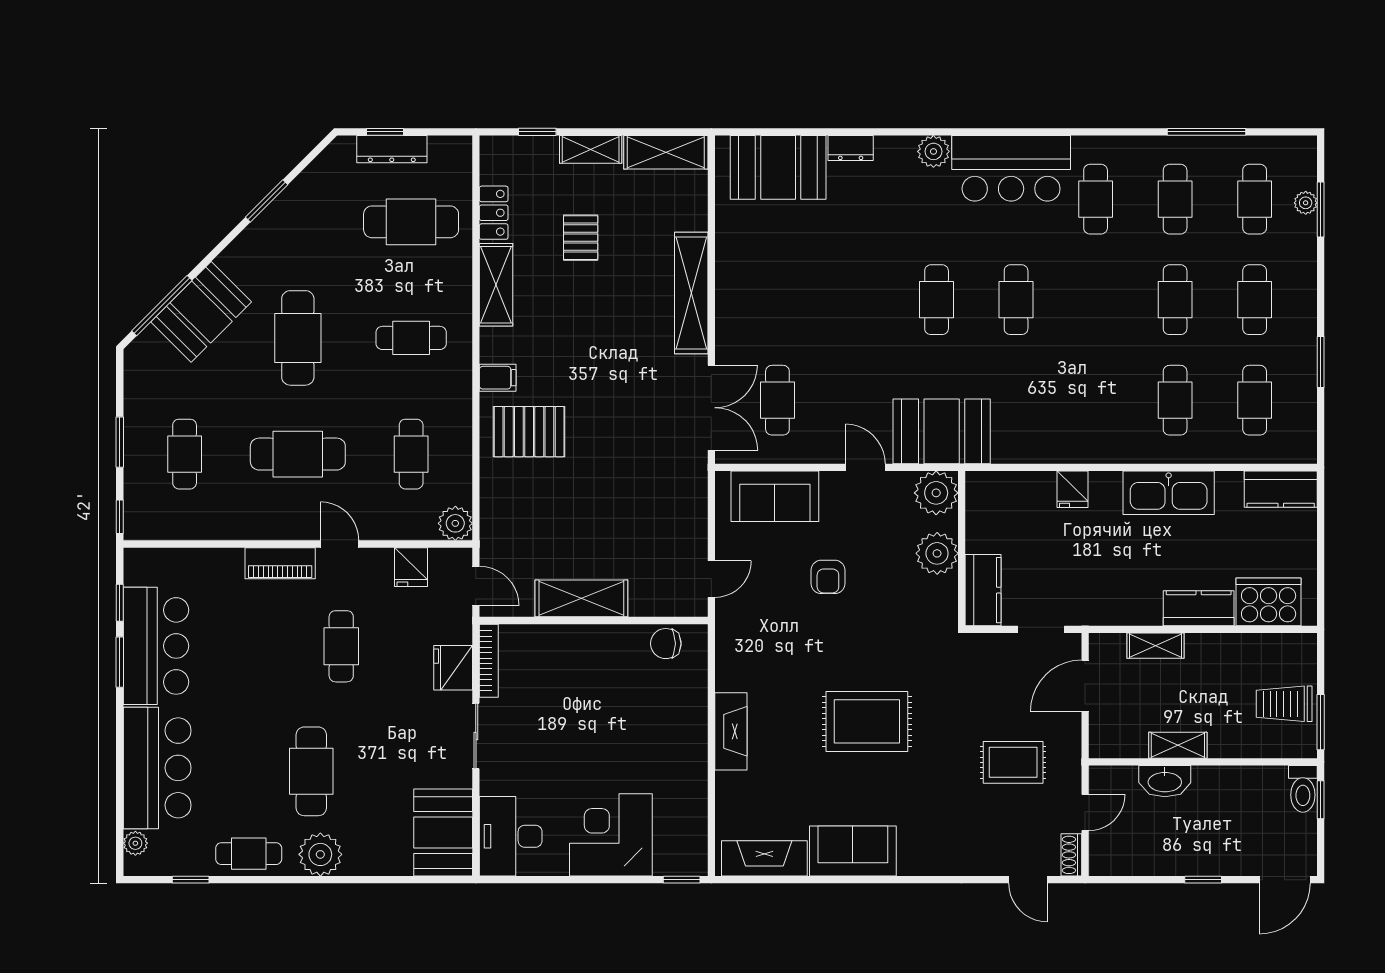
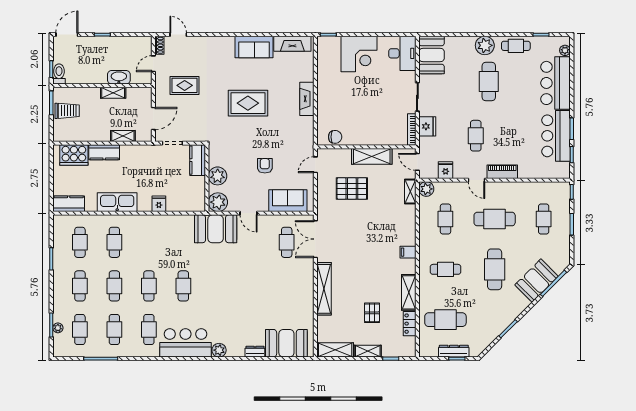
cafe table: (937, 300) -> (149, 286), moved
pallet: (529, 432) -> (352, 189), moved
shelving: (492, 517) -> (410, 192), added

